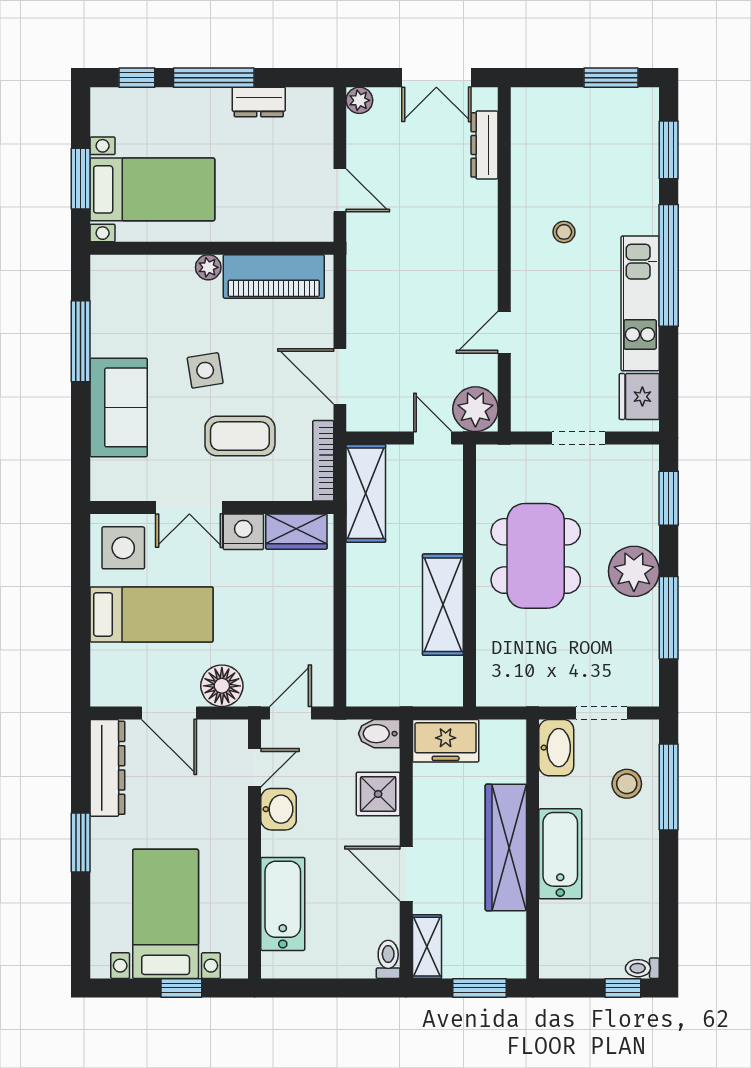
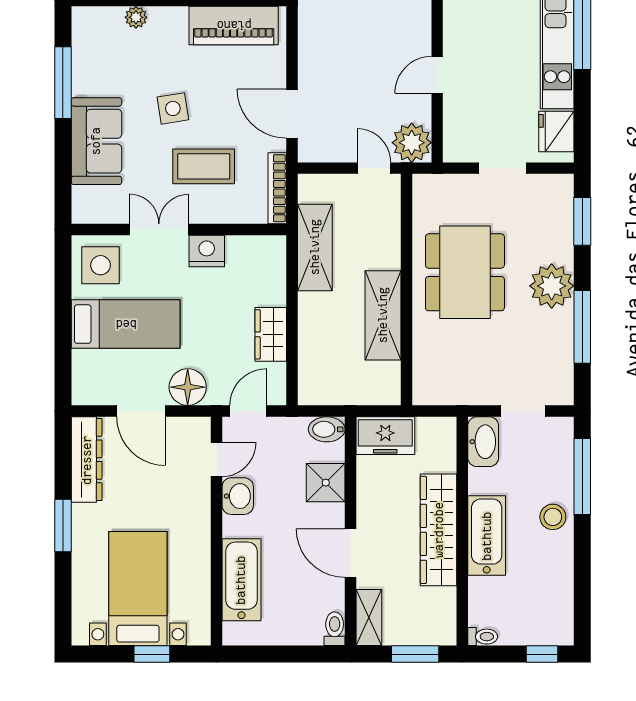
plant: (208, 267) -> (136, 17), moved
shelving: (366, 493) -> (315, 247), moved
double door: (189, 508) -> (159, 230), swing flipped
wardrobe: (296, 532) -> (271, 334), moved, turned 90
stool: (627, 784) -> (553, 517), moved
toilet: (642, 968) -> (483, 637), moved, turned 180

